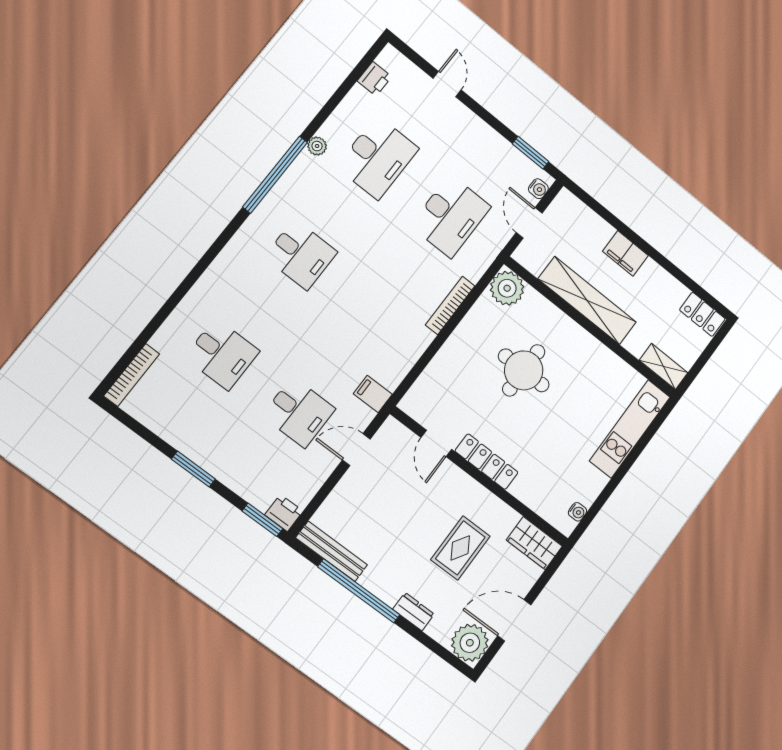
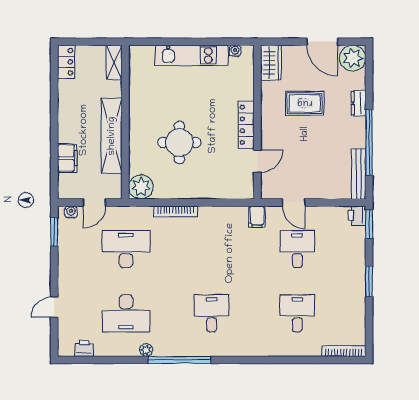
desk: (378, 158) -> (126, 313), turned 180
filing cabinet: (625, 253) -> (67, 158), moved
kitchen unit: (630, 429) -> (192, 55), moved

